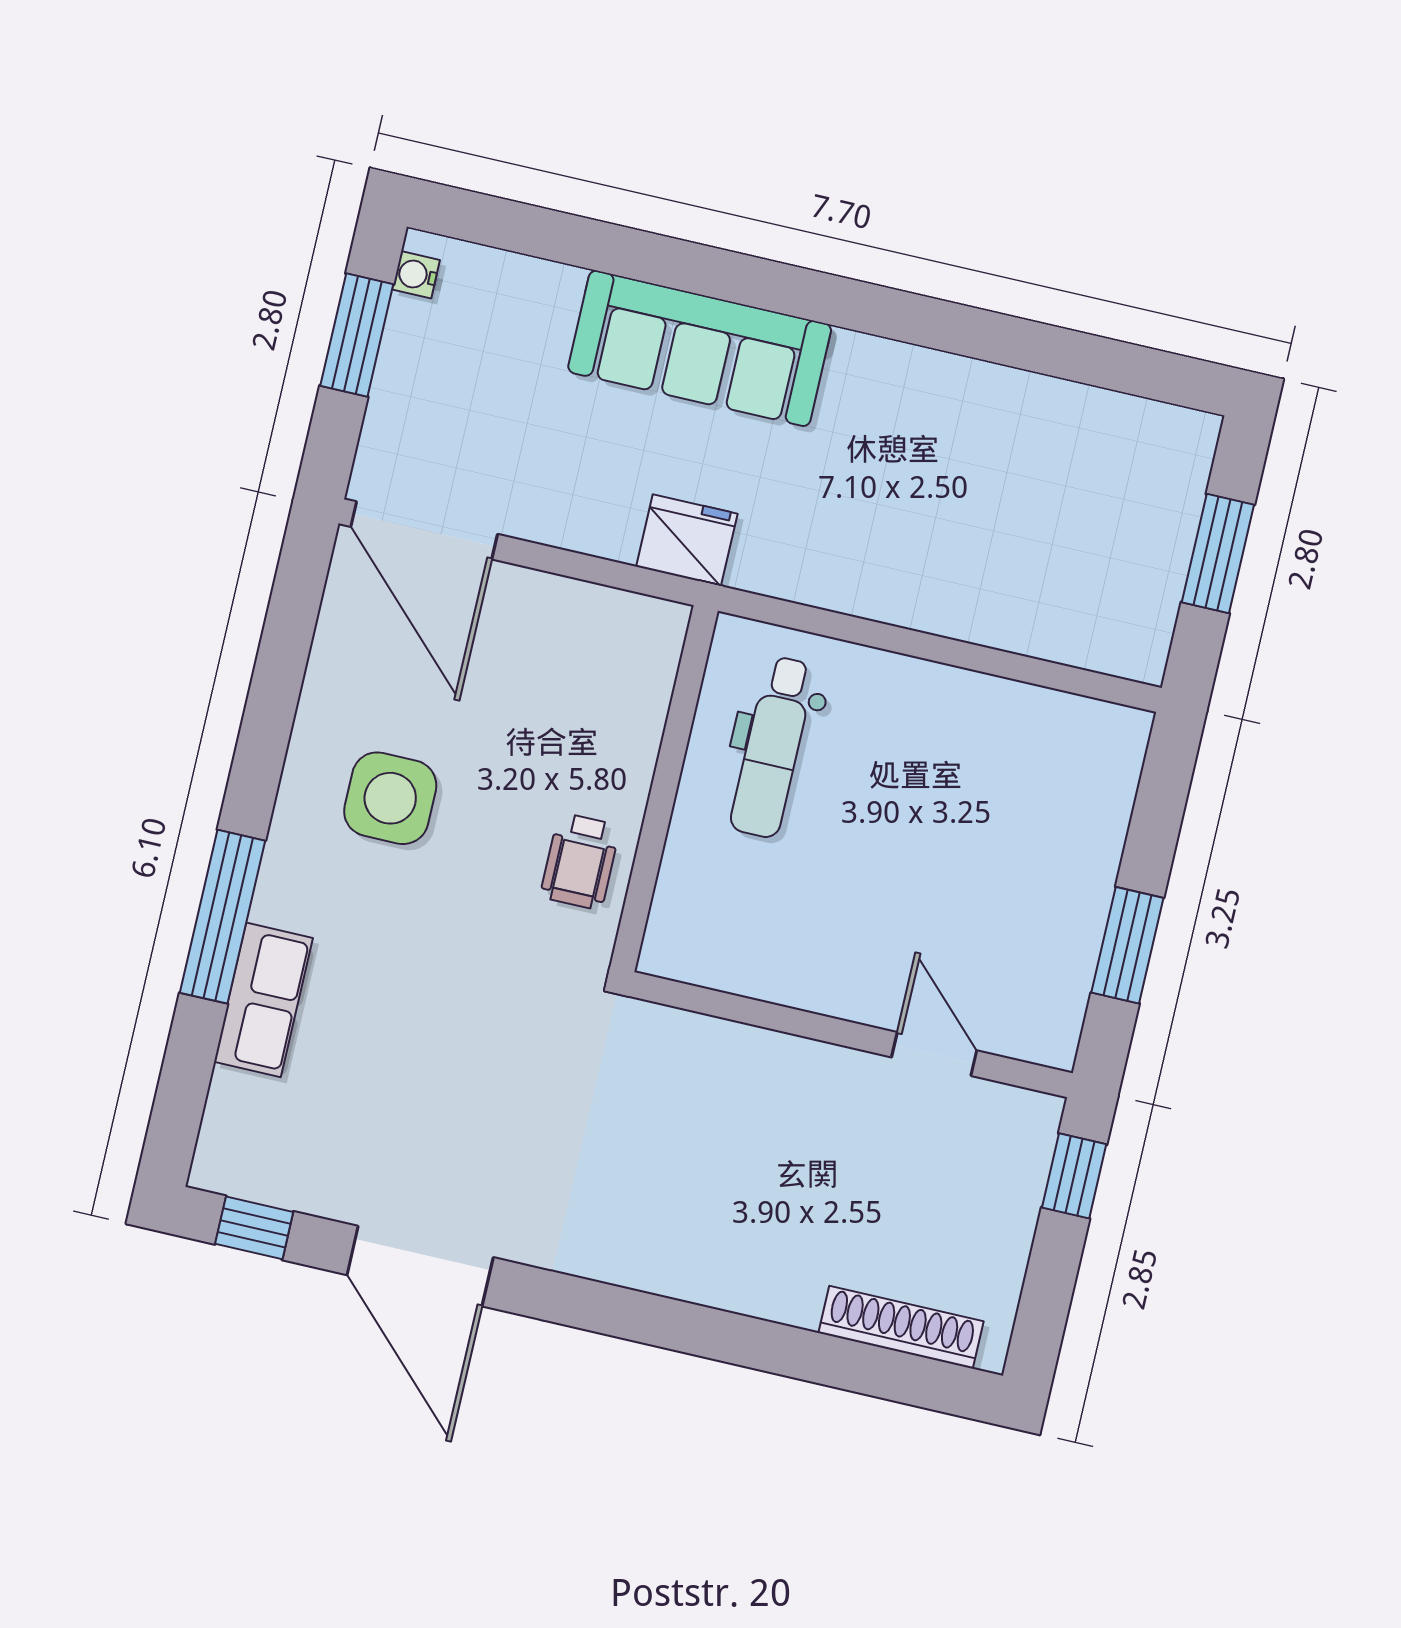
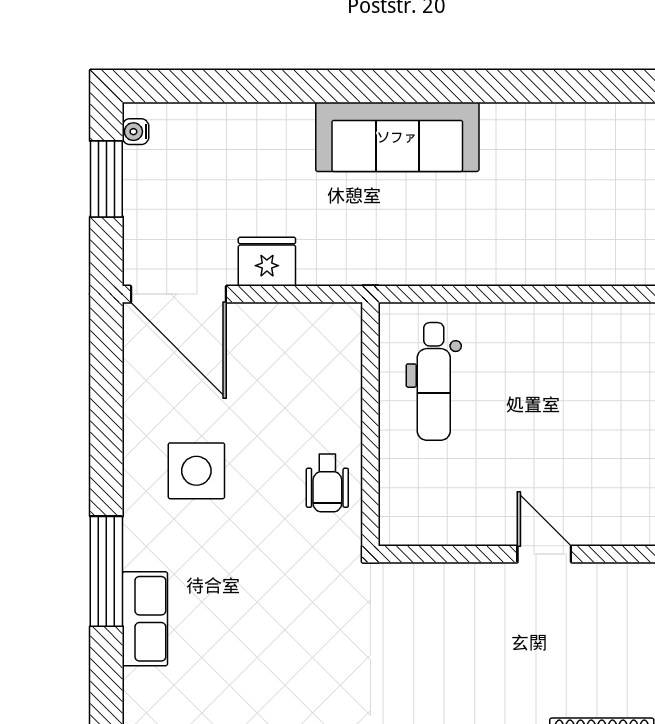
sofa: (700, 348) -> (397, 137), moved
fridge: (687, 540) -> (267, 262), moved
door: (934, 1054) -> (544, 554), moved

